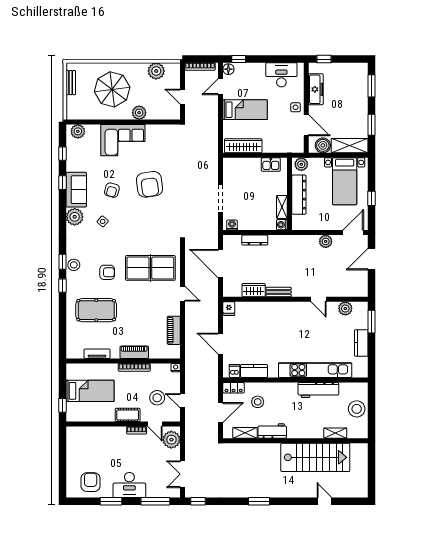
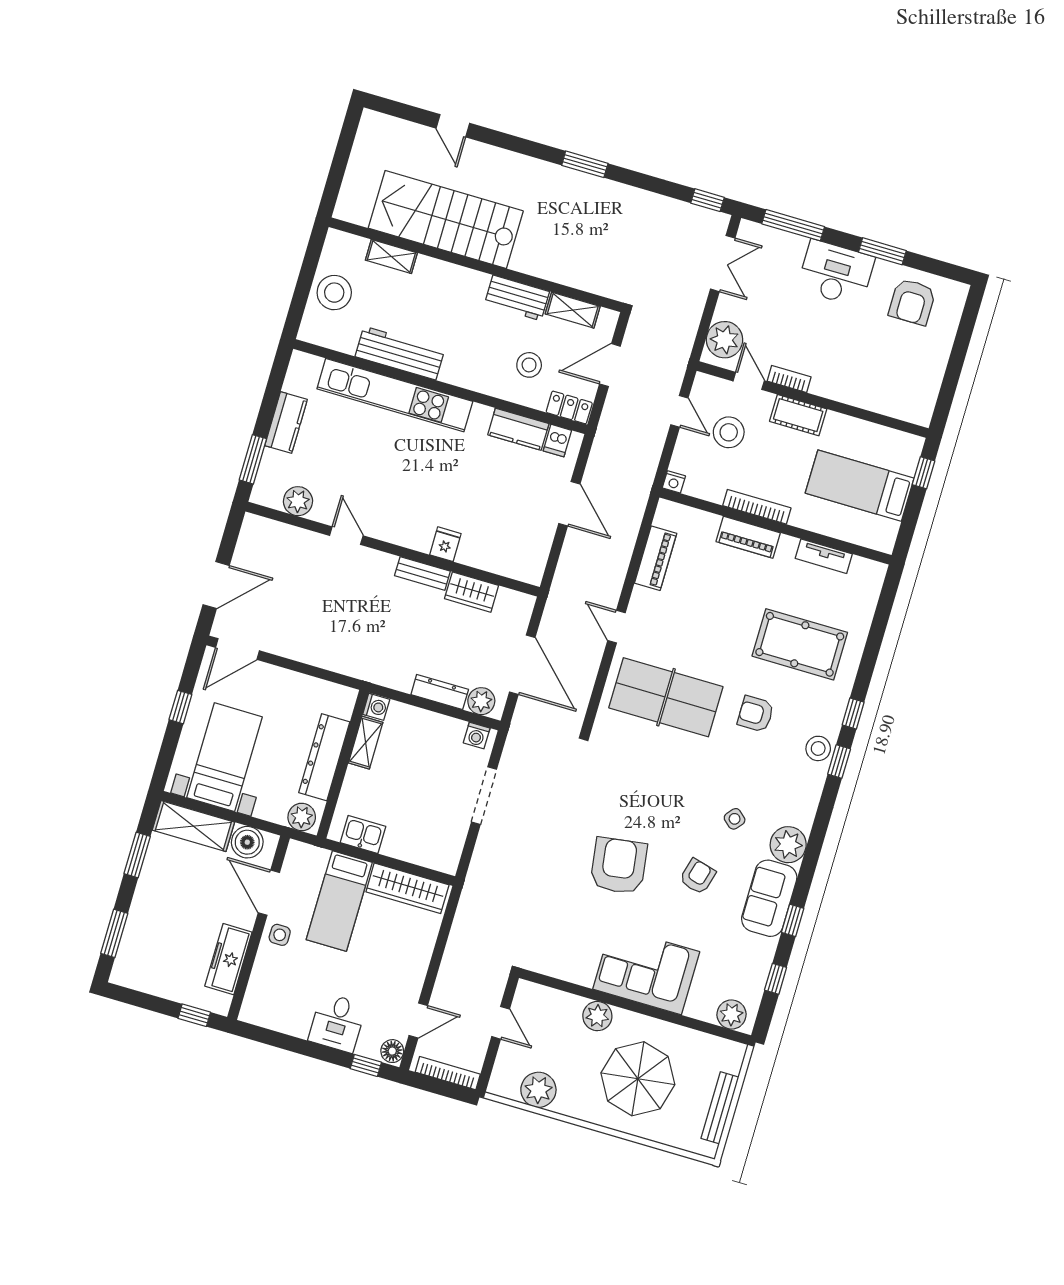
desk: (281, 75) -> (337, 1023), moved, width x0.73
bench: (71, 83) -> (720, 1108), width x1.36
bed: (245, 110) -> (339, 901), moved, turned -90
plant: (326, 241) -> (481, 701), moved
fridge: (229, 309) -> (445, 544), moved

